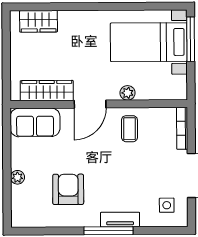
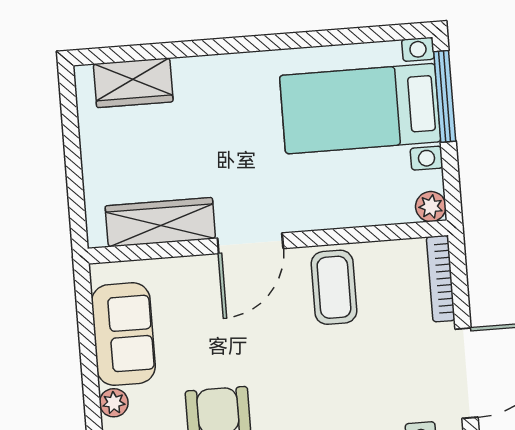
plant: (128, 93) -> (431, 207), moved
sofa: (35, 122) -> (123, 334), moved, turned -90
coffee table: (129, 129) -> (334, 287), width x1.36, depth x1.30

